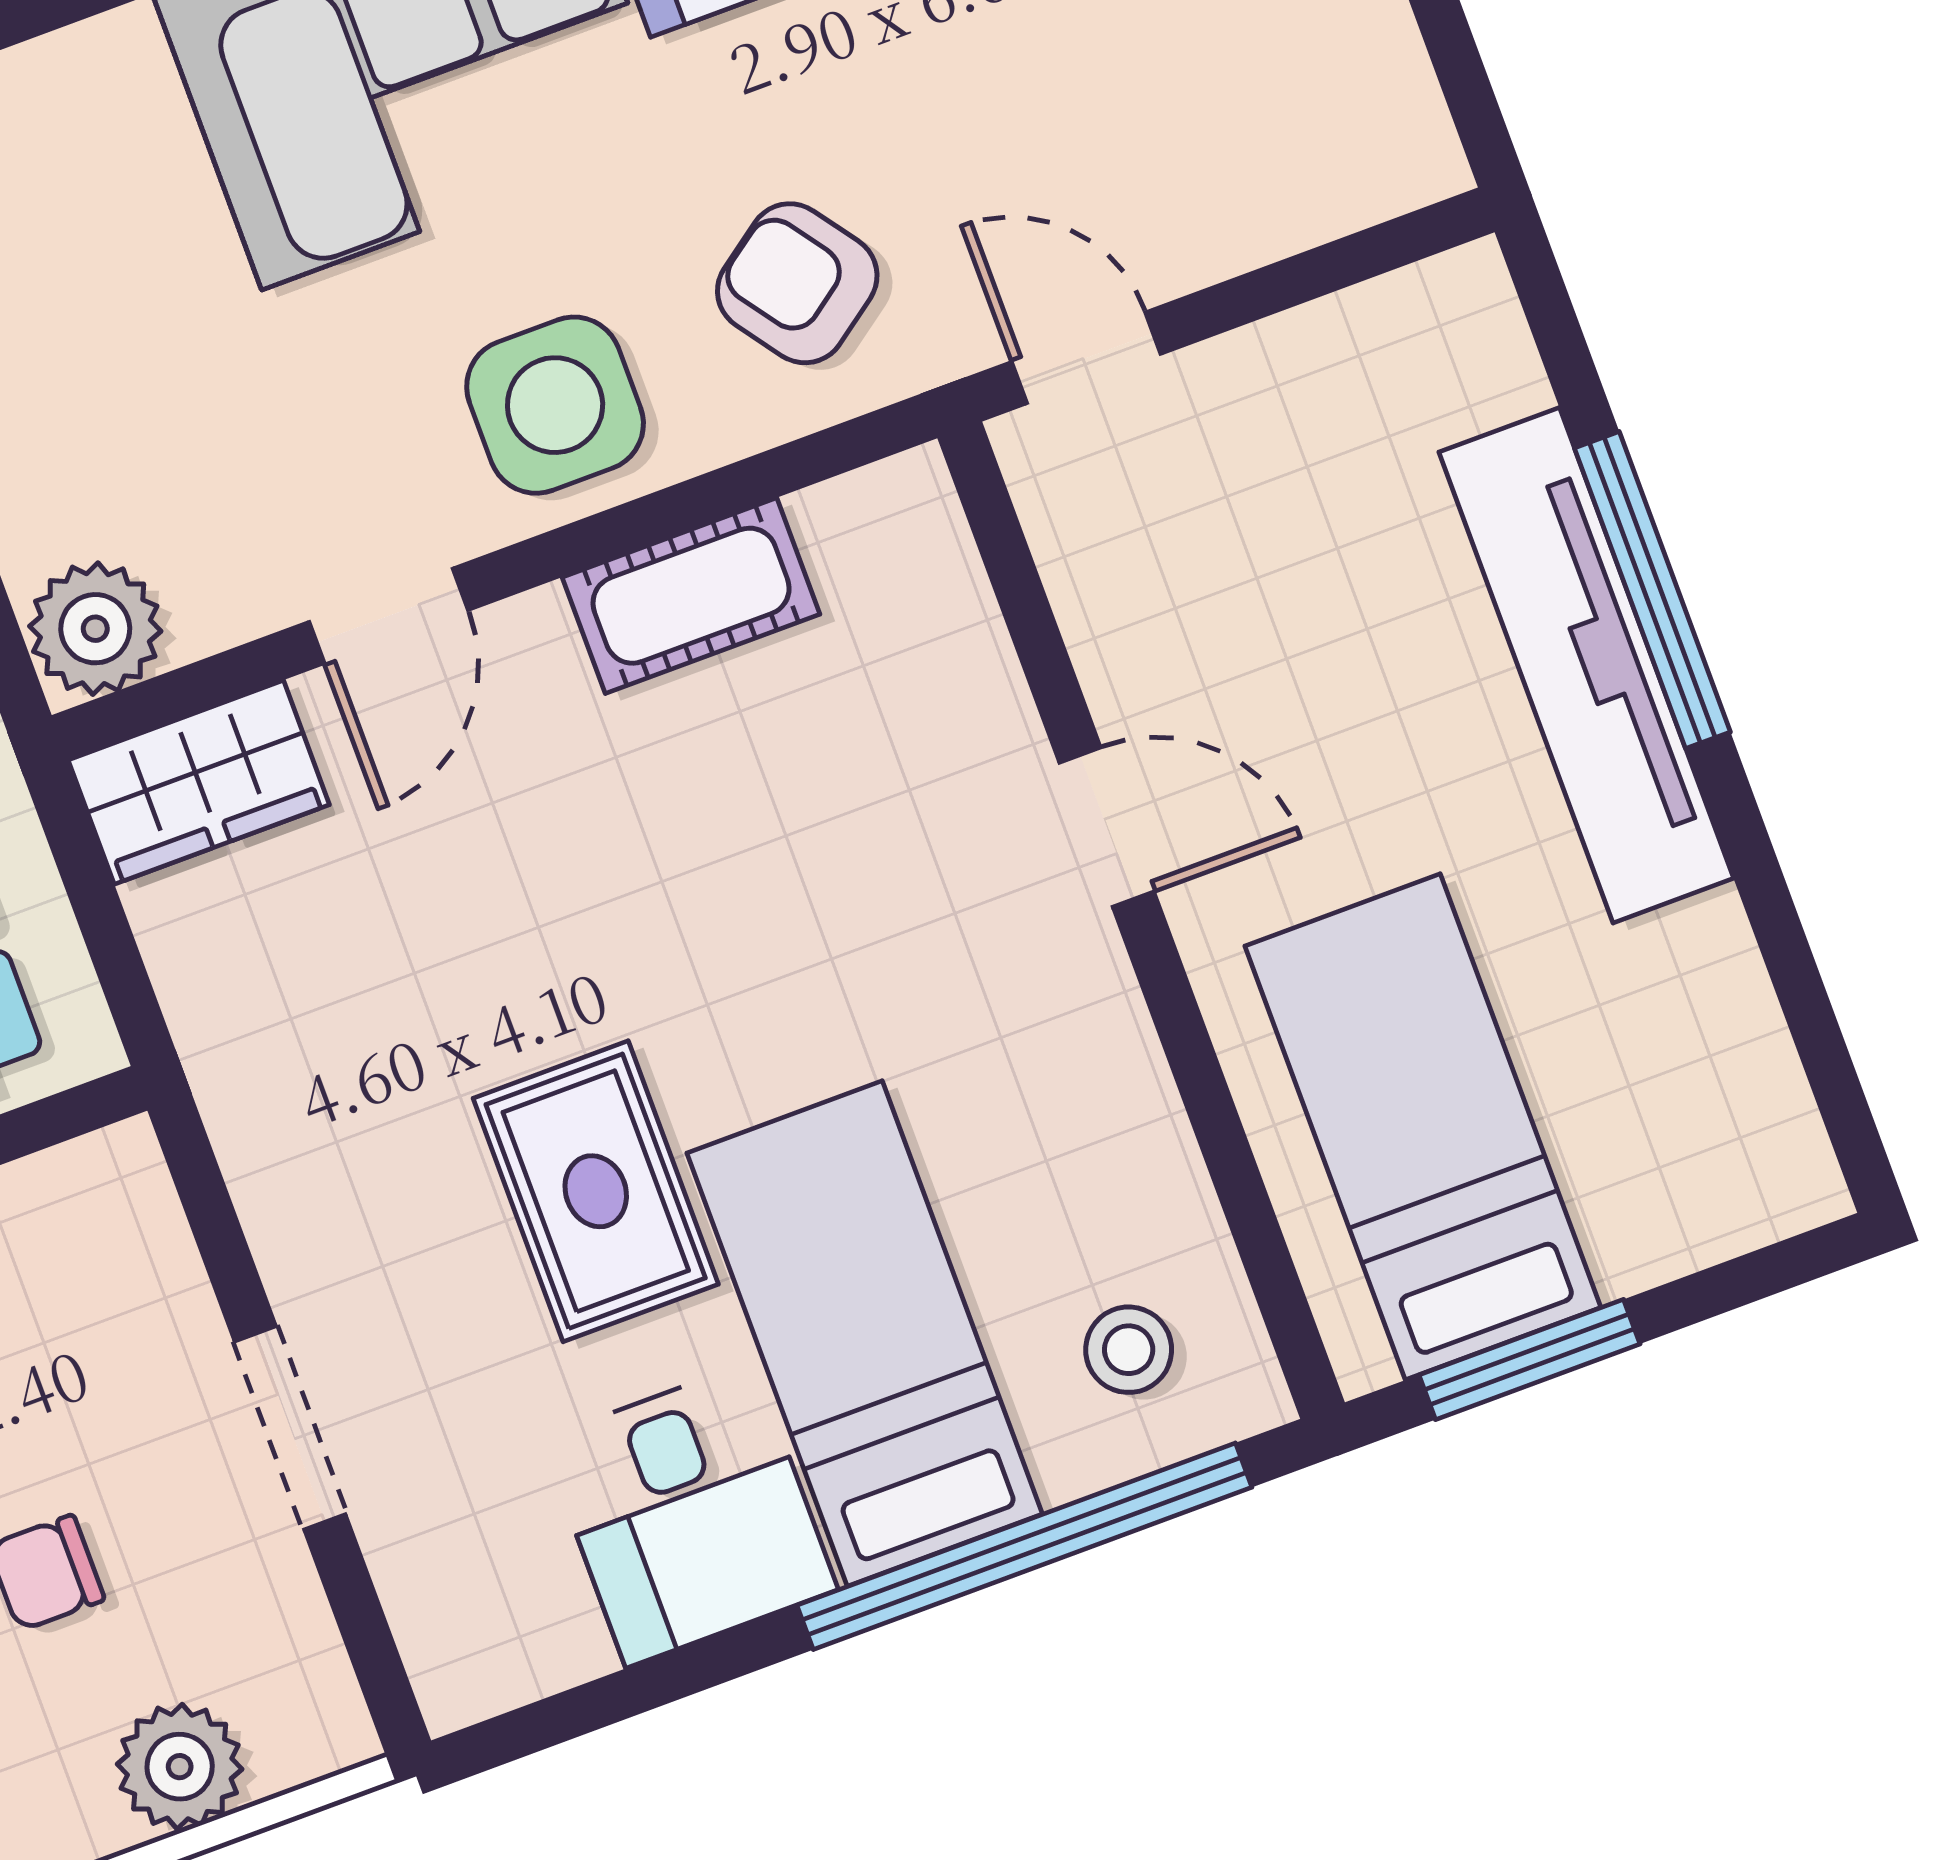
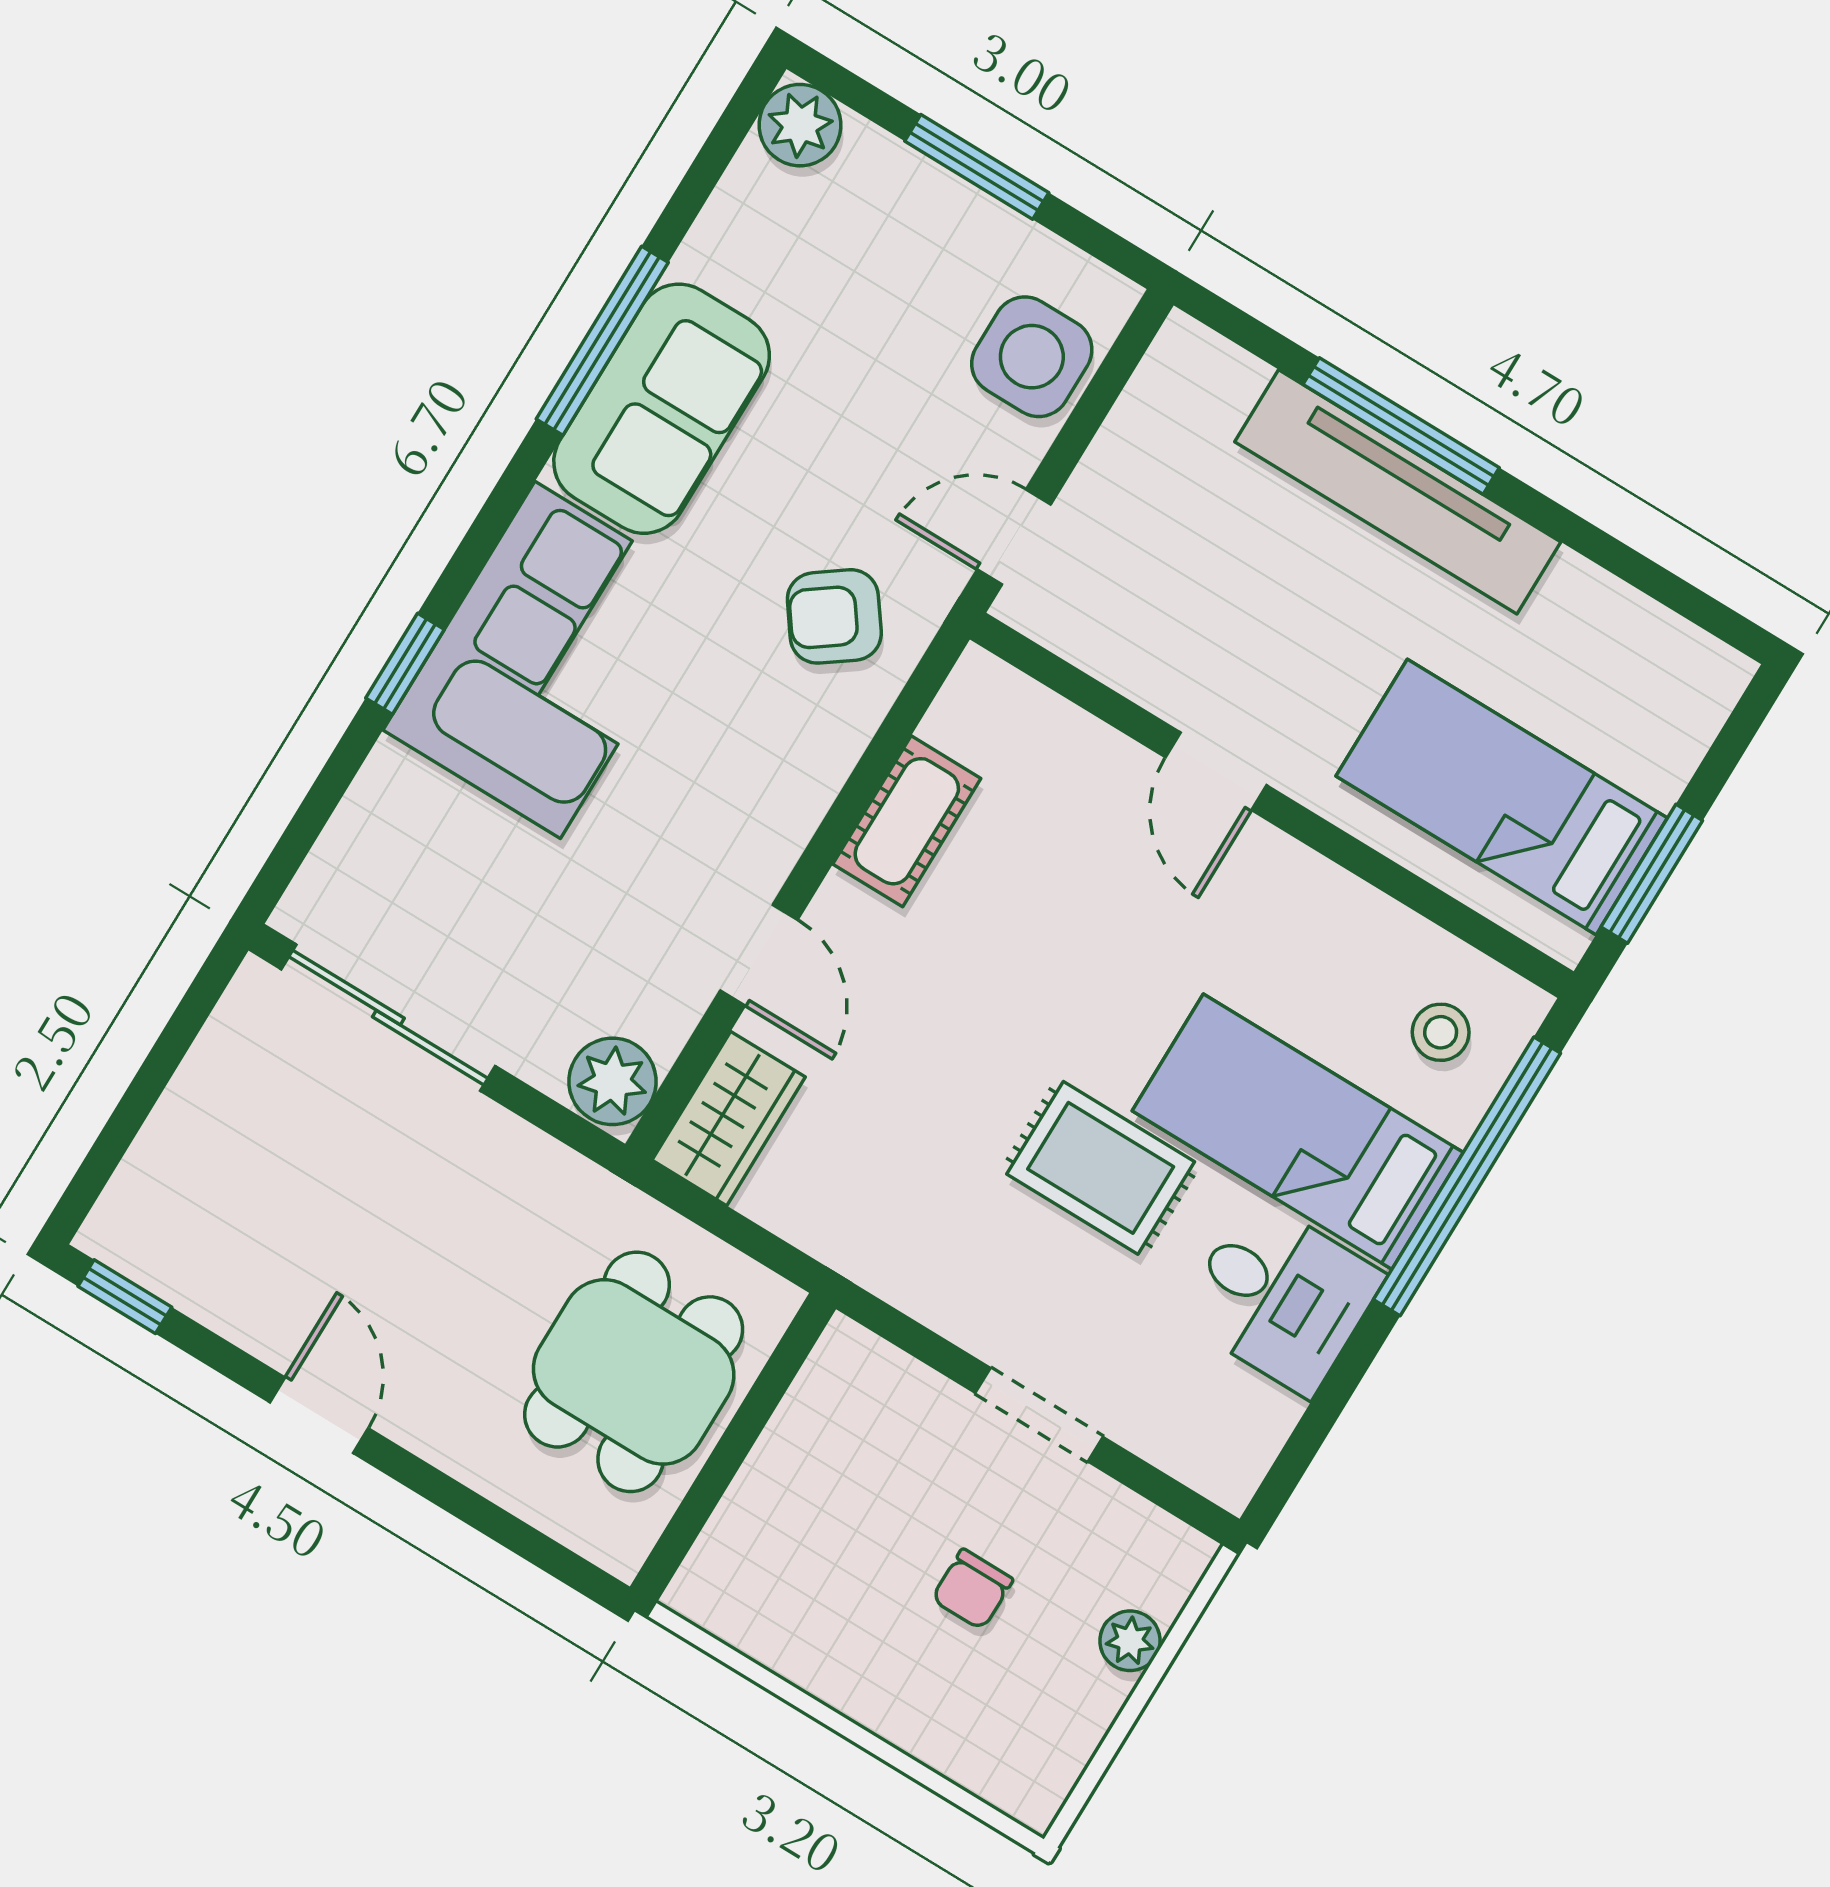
side table: (555, 405) -> (1032, 357), moved
door: (1107, 827) -> (1216, 771), swing flipped
plant: (180, 1767) -> (1130, 1641), width x0.73, depth x0.73

